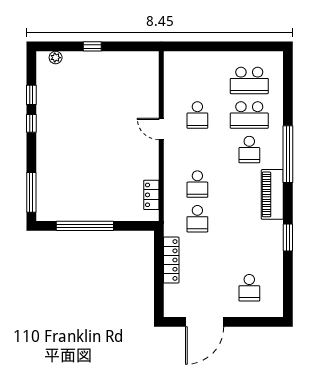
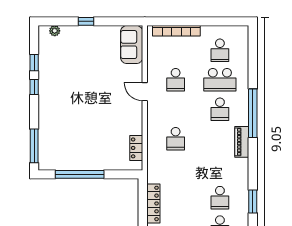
bookcase: (198, 57) -> (176, 31), added
sofa: (146, 74) -> (132, 45), added
school desk: (249, 80) -> (220, 50), width x0.54
piano: (272, 194) -> (242, 142), width x0.73, depth x0.75
school desk: (197, 219) -> (220, 198), moved
window: (288, 237) -> (253, 202), moved

